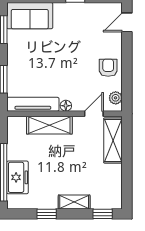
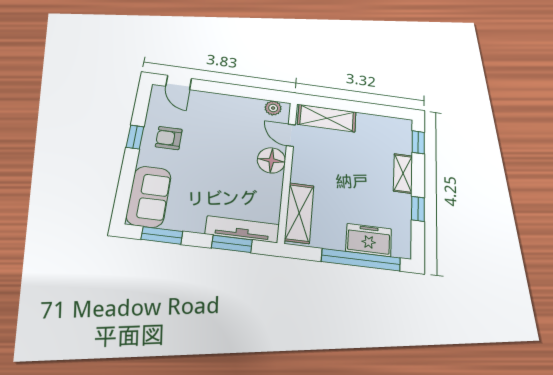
armchair: (108, 68) -> (169, 138), moved
tv unit: (33, 104) -> (242, 229), moved, turned 90
floor lamp: (66, 106) -> (271, 160), width x1.89, depth x1.89
shelving: (49, 125) -> (299, 213), moved

